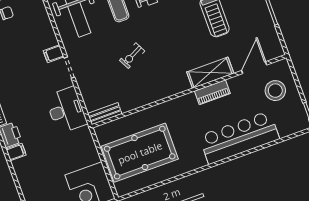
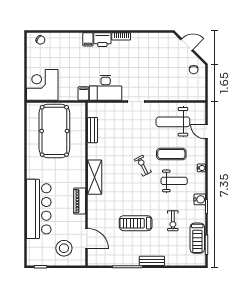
filing cabinet: (54, 54) -> (83, 94), moved
exercise bike: (132, 56) -> (143, 166), moved
shelving: (210, 73) -> (95, 177), moved
bench: (105, 114) -> (93, 130), moved

